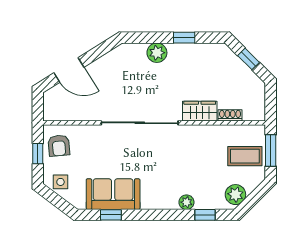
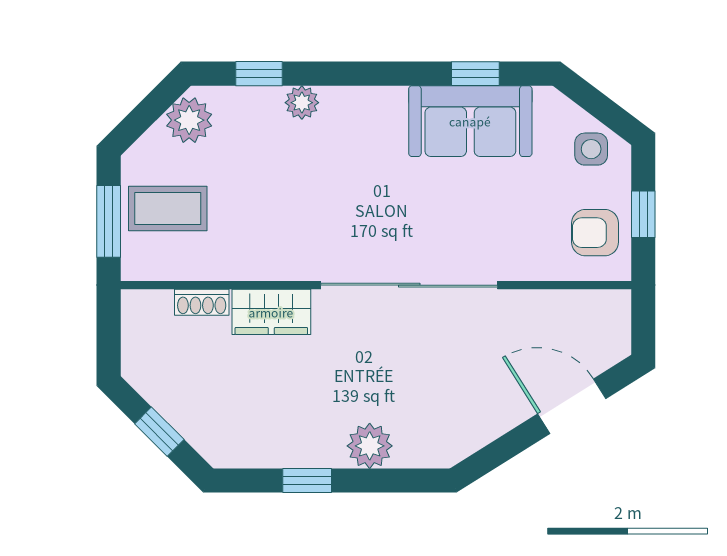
armchair: (59, 146) -> (595, 233), turned -85

